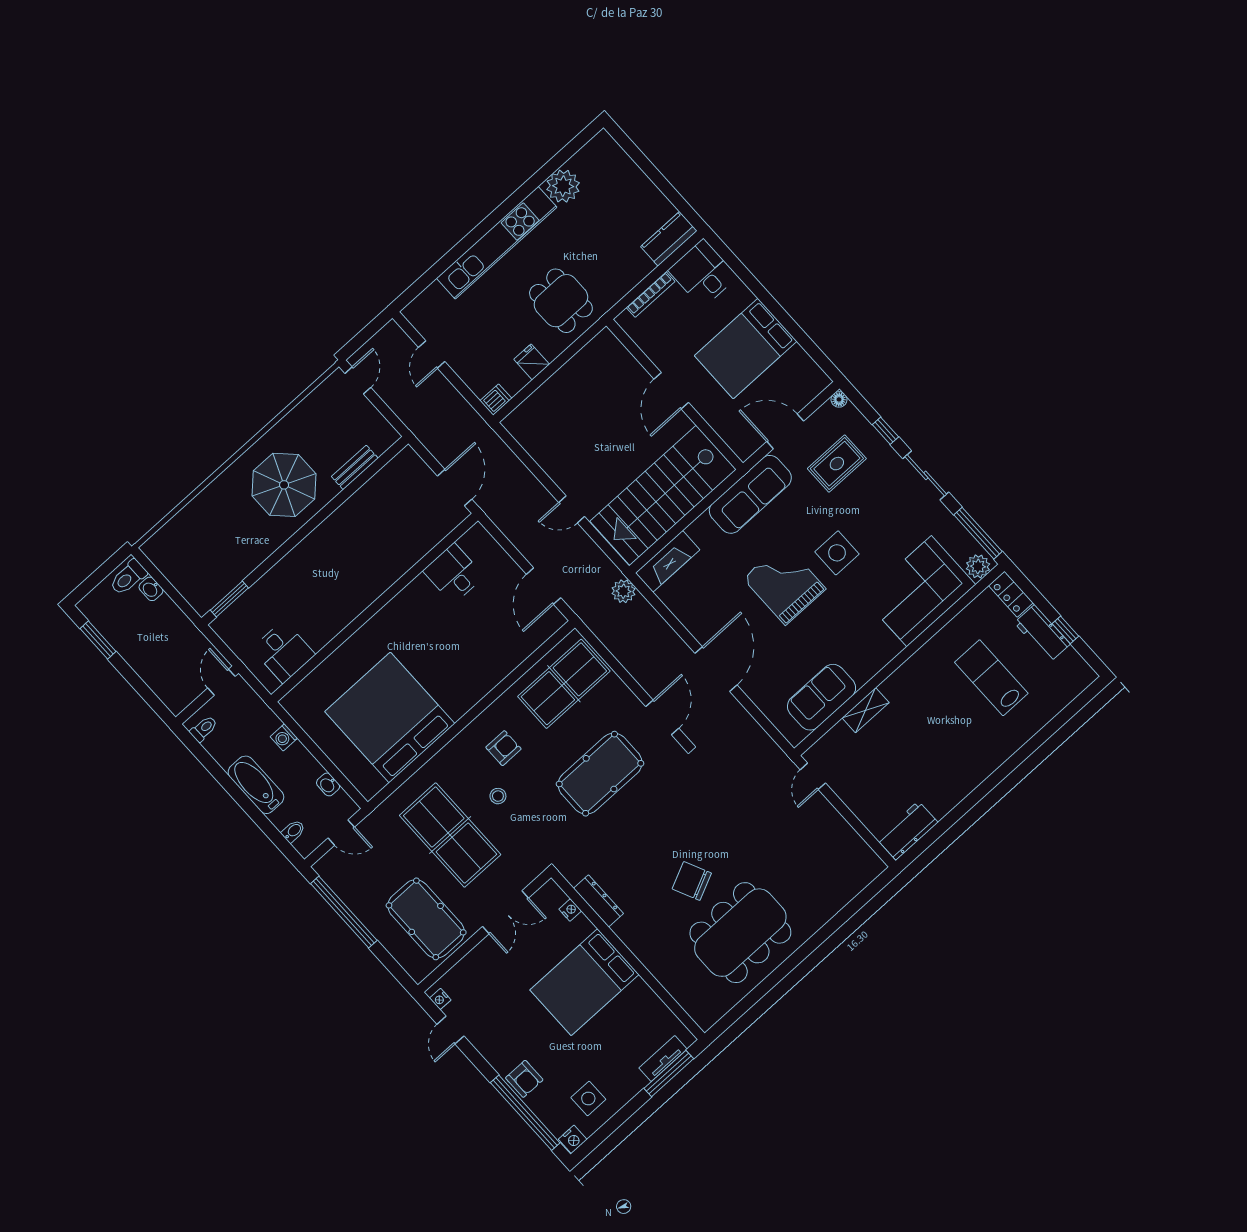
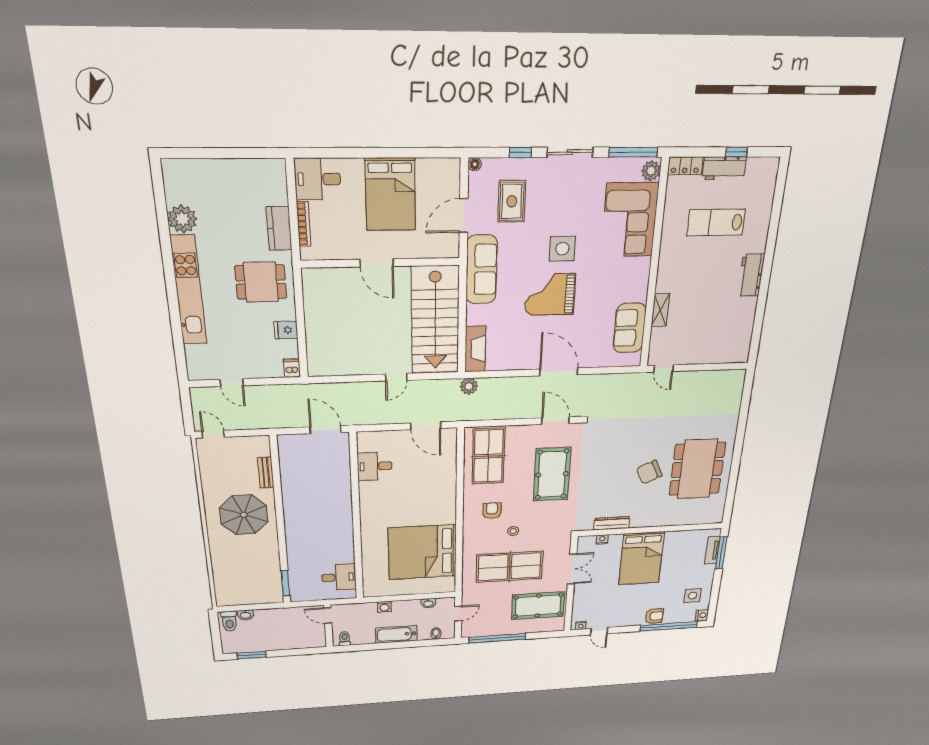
kitchen counter: (669, 239) -> (279, 228), moved
workbench: (907, 831) -> (751, 275), moved

